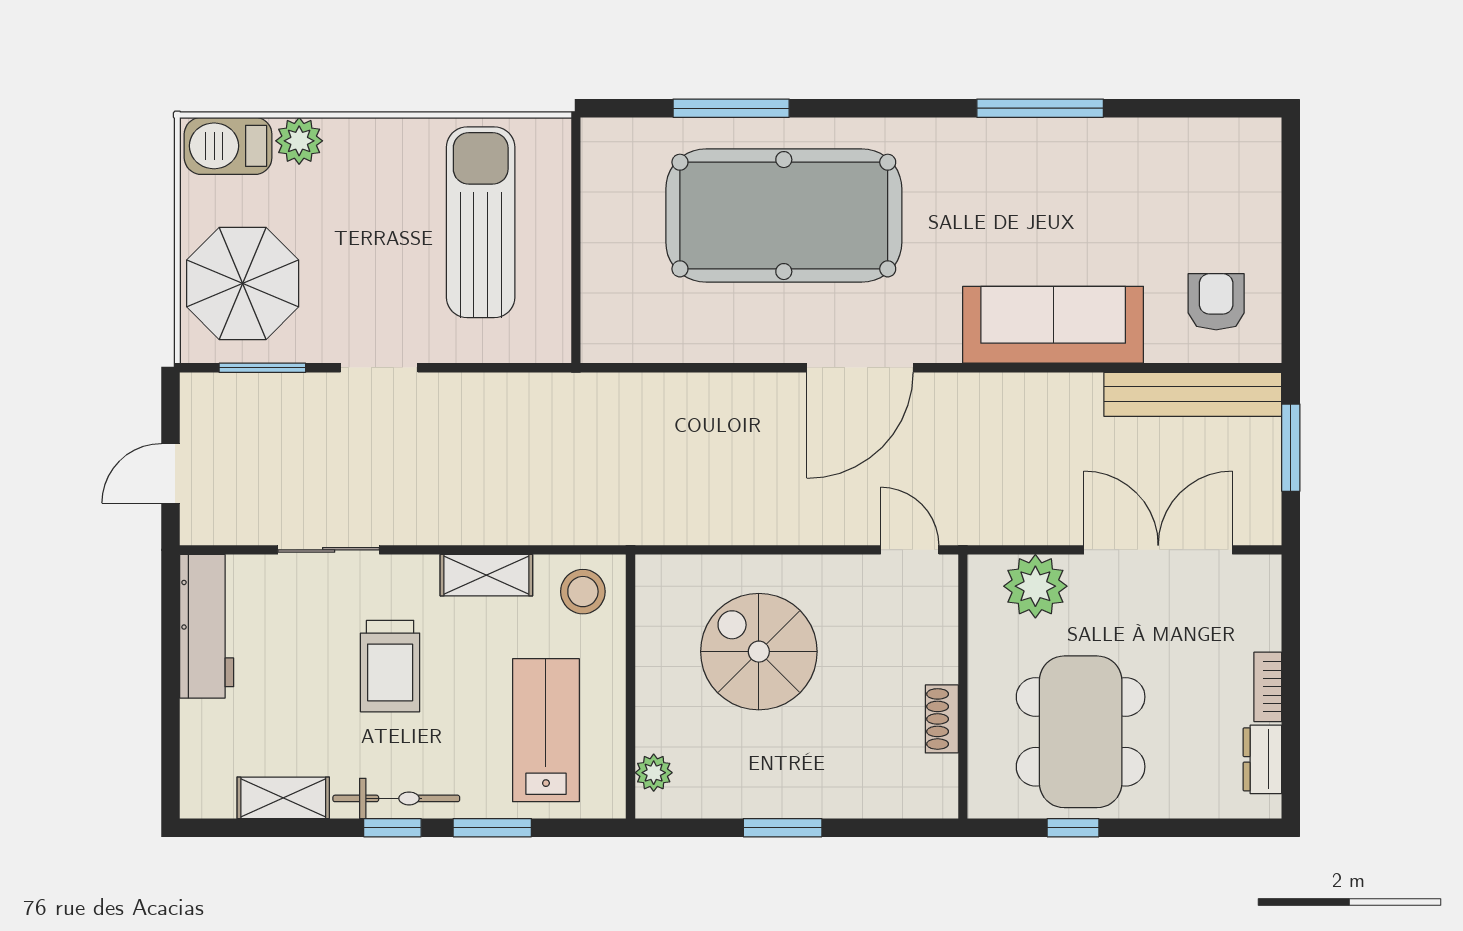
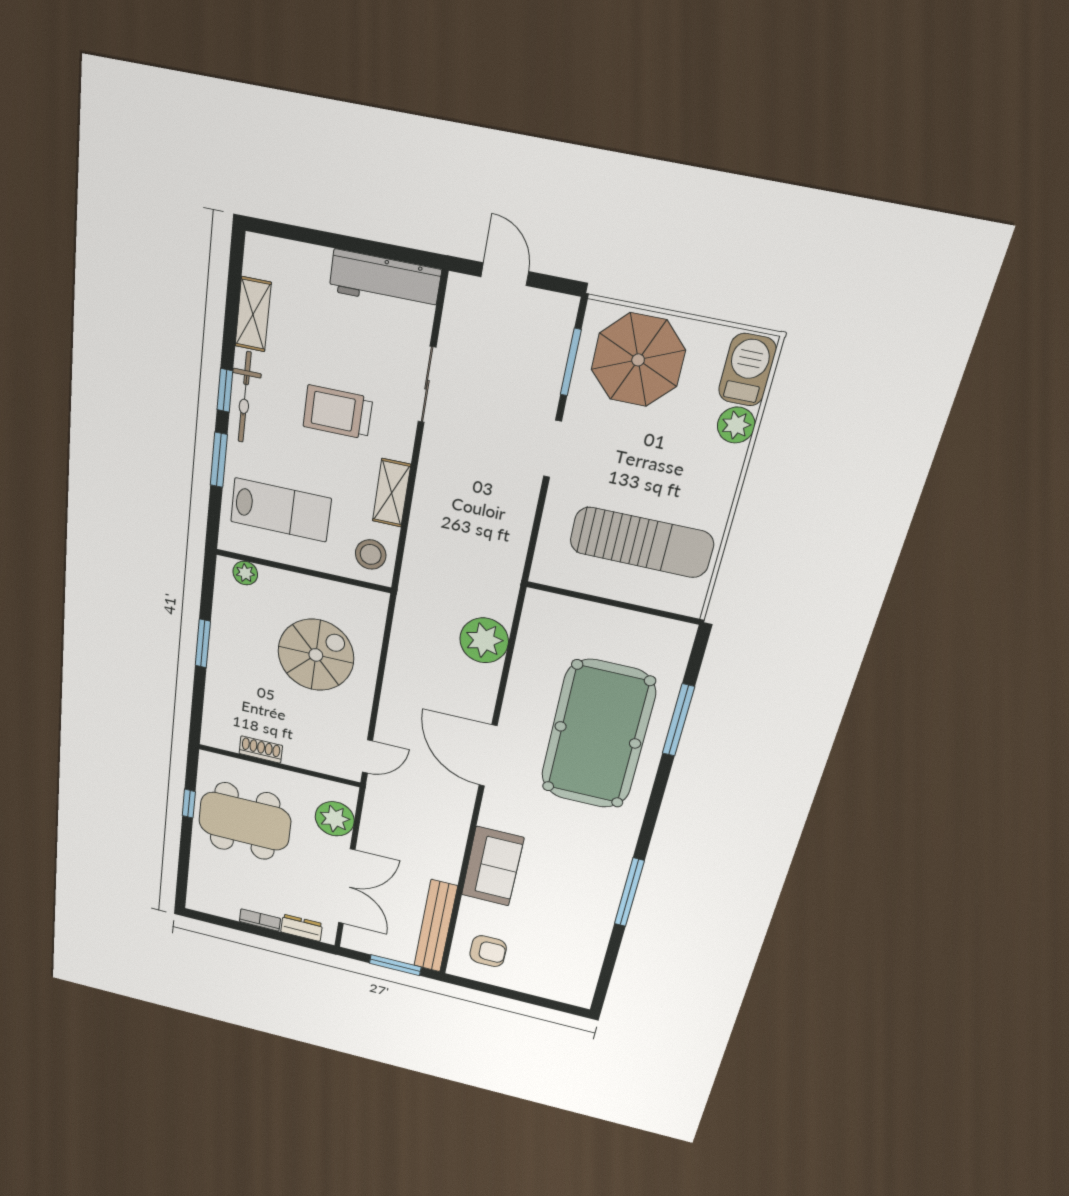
sofa: (1053, 325) -> (492, 866), width x0.73
plant: (675, 408) -> (484, 640), added
dresser: (1262, 759) -> (302, 928), moved

